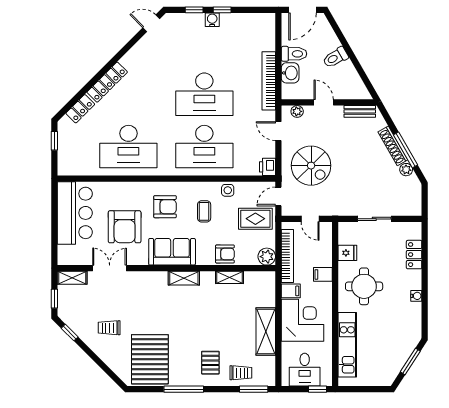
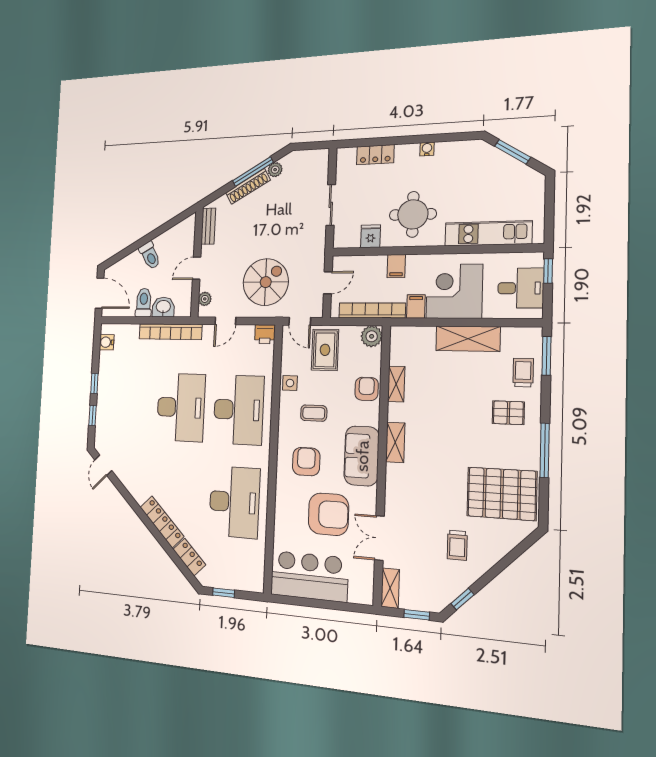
water cooler: (212, 20) -> (107, 342), moved

